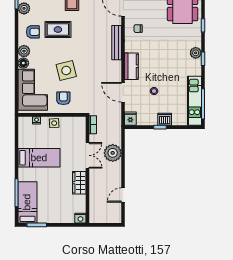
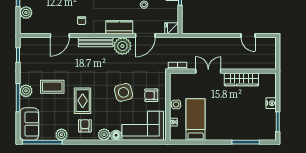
plant: (113, 153) -> (122, 46), moved
bed: (39, 158) -> (196, 120), moved
wardrobe: (79, 183) -> (241, 79), width x1.50
bed: (27, 202) -> (255, 131), removed
nightstand: (80, 218) -> (271, 103), moved

